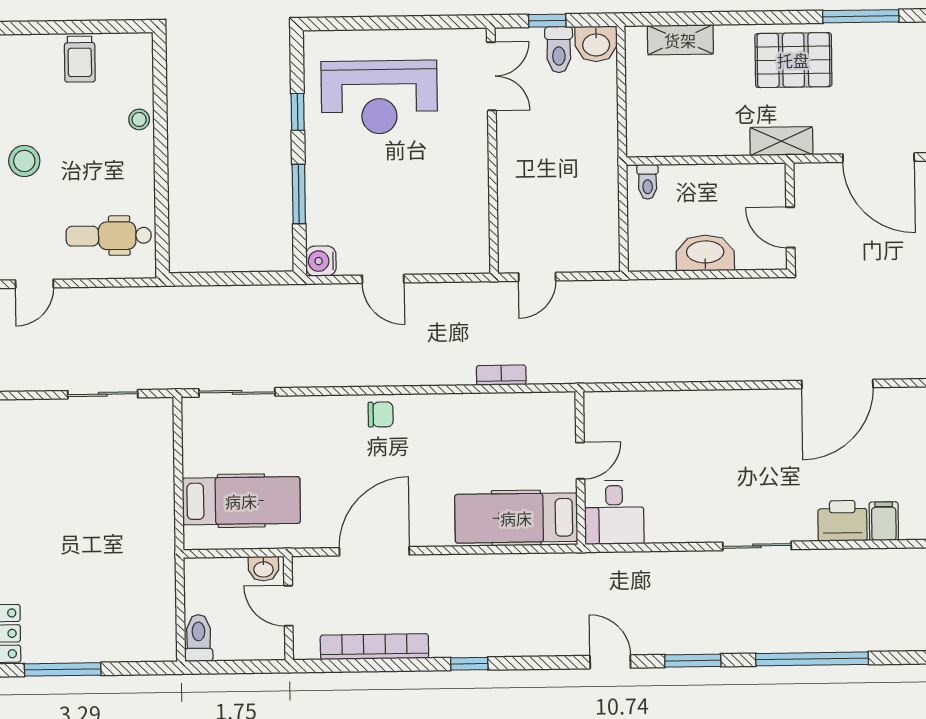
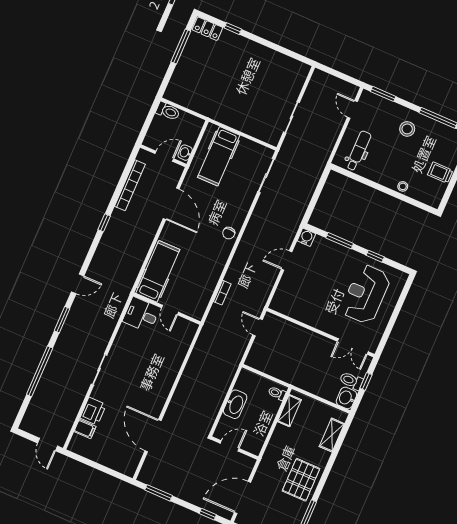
shelving: (781, 141) -> (289, 411), moved

